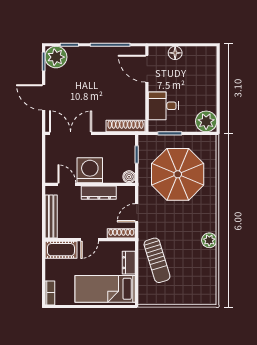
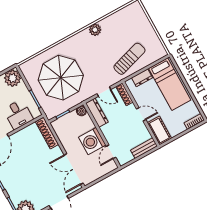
dresser: (99, 193) -> (97, 113), moved
bench: (51, 217) -> (144, 148), width x0.73

